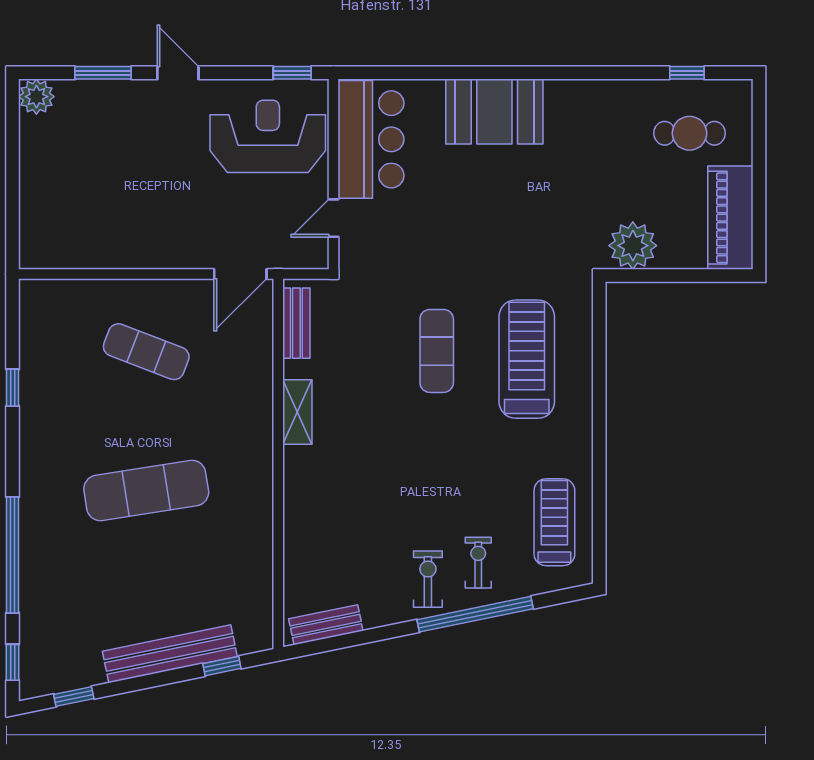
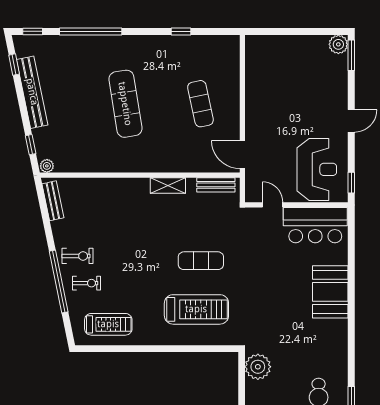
window: (103, 73) -> (351, 55), moved
exercise mat: (146, 352) -> (200, 104), turned -33
plant: (261, 636) -> (47, 166), added
bench: (170, 654) -> (32, 92), moved

